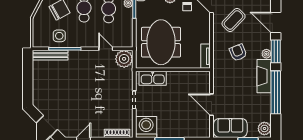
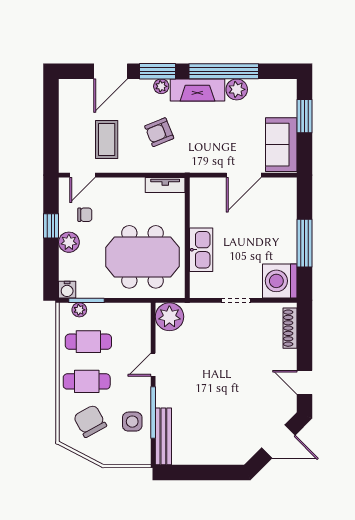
coffee table: (234, 20) -> (107, 139), turned 46
door: (106, 49) -> (153, 365), moved
kitchen sink: (153, 78) -> (201, 250), moved
plant: (264, 128) -> (237, 89), moved

